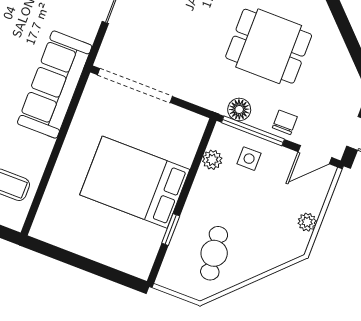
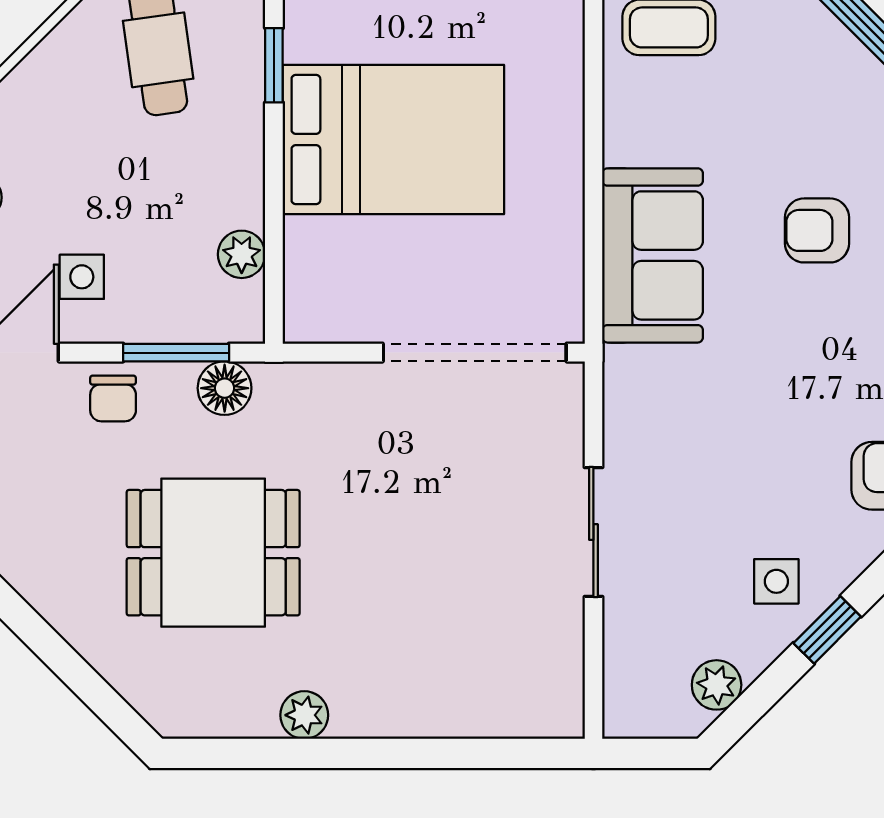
sofa: (55, 85) -> (653, 255), width x0.73
window: (253, 131) -> (176, 353), width x0.69
side table: (249, 159) -> (82, 277), moved

